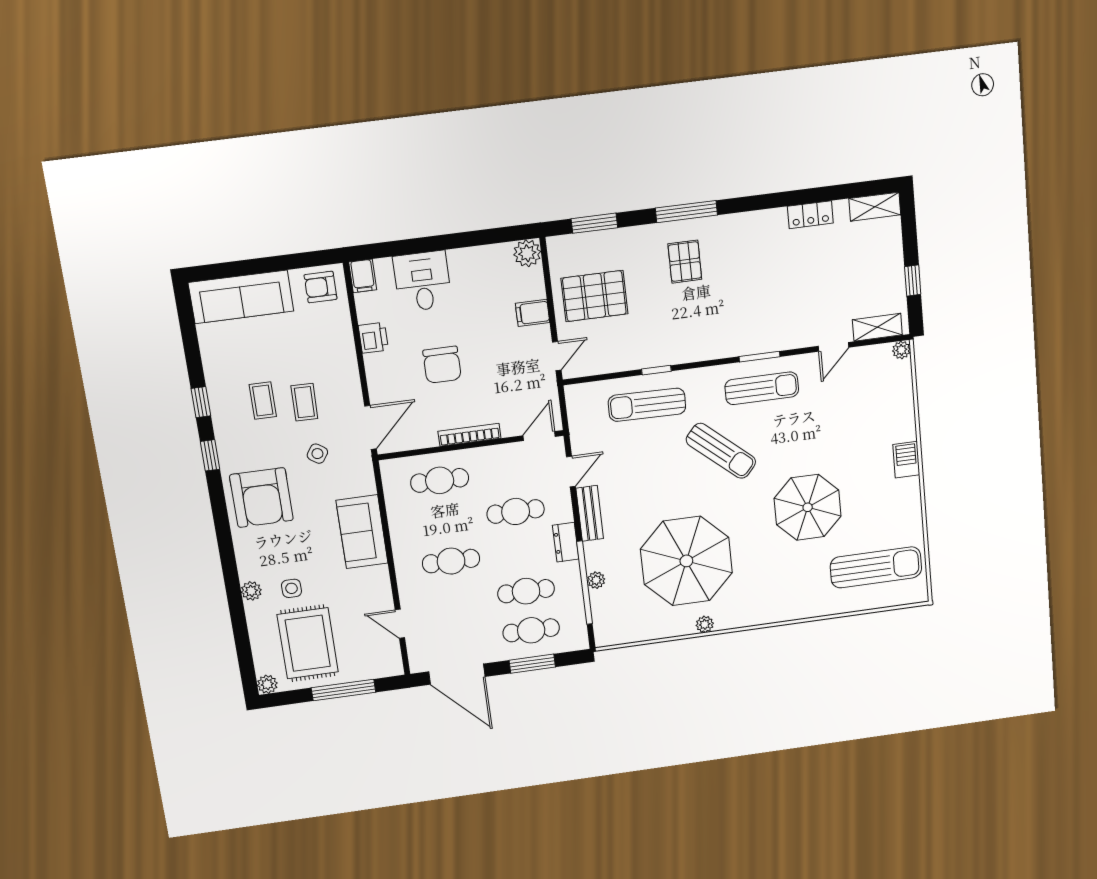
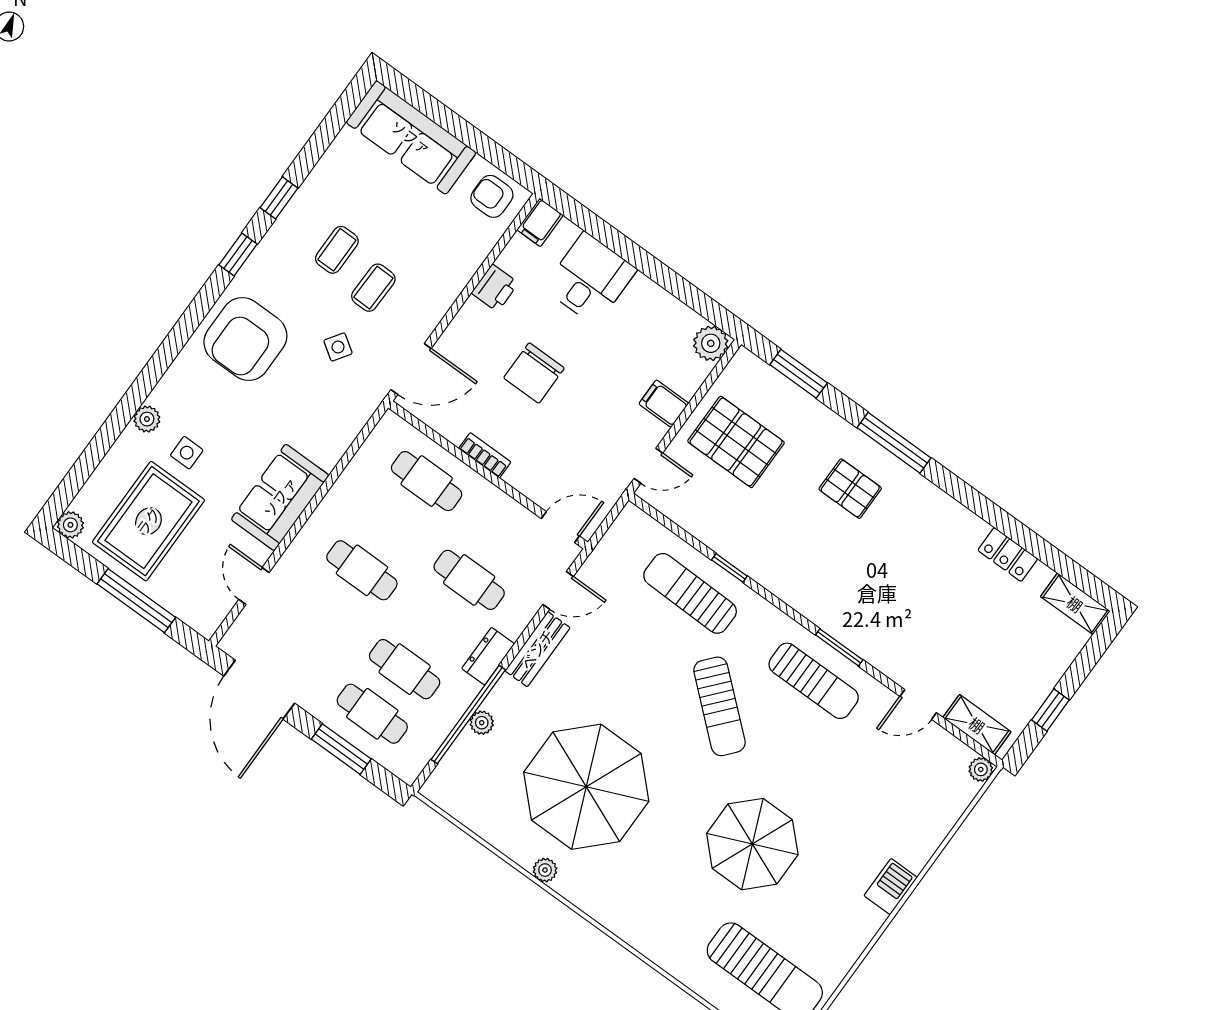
pallet: (685, 262) -> (850, 489), turned 90
bookcase: (469, 435) -> (485, 455), width x0.64
sofa: (362, 532) -> (280, 497), moved

